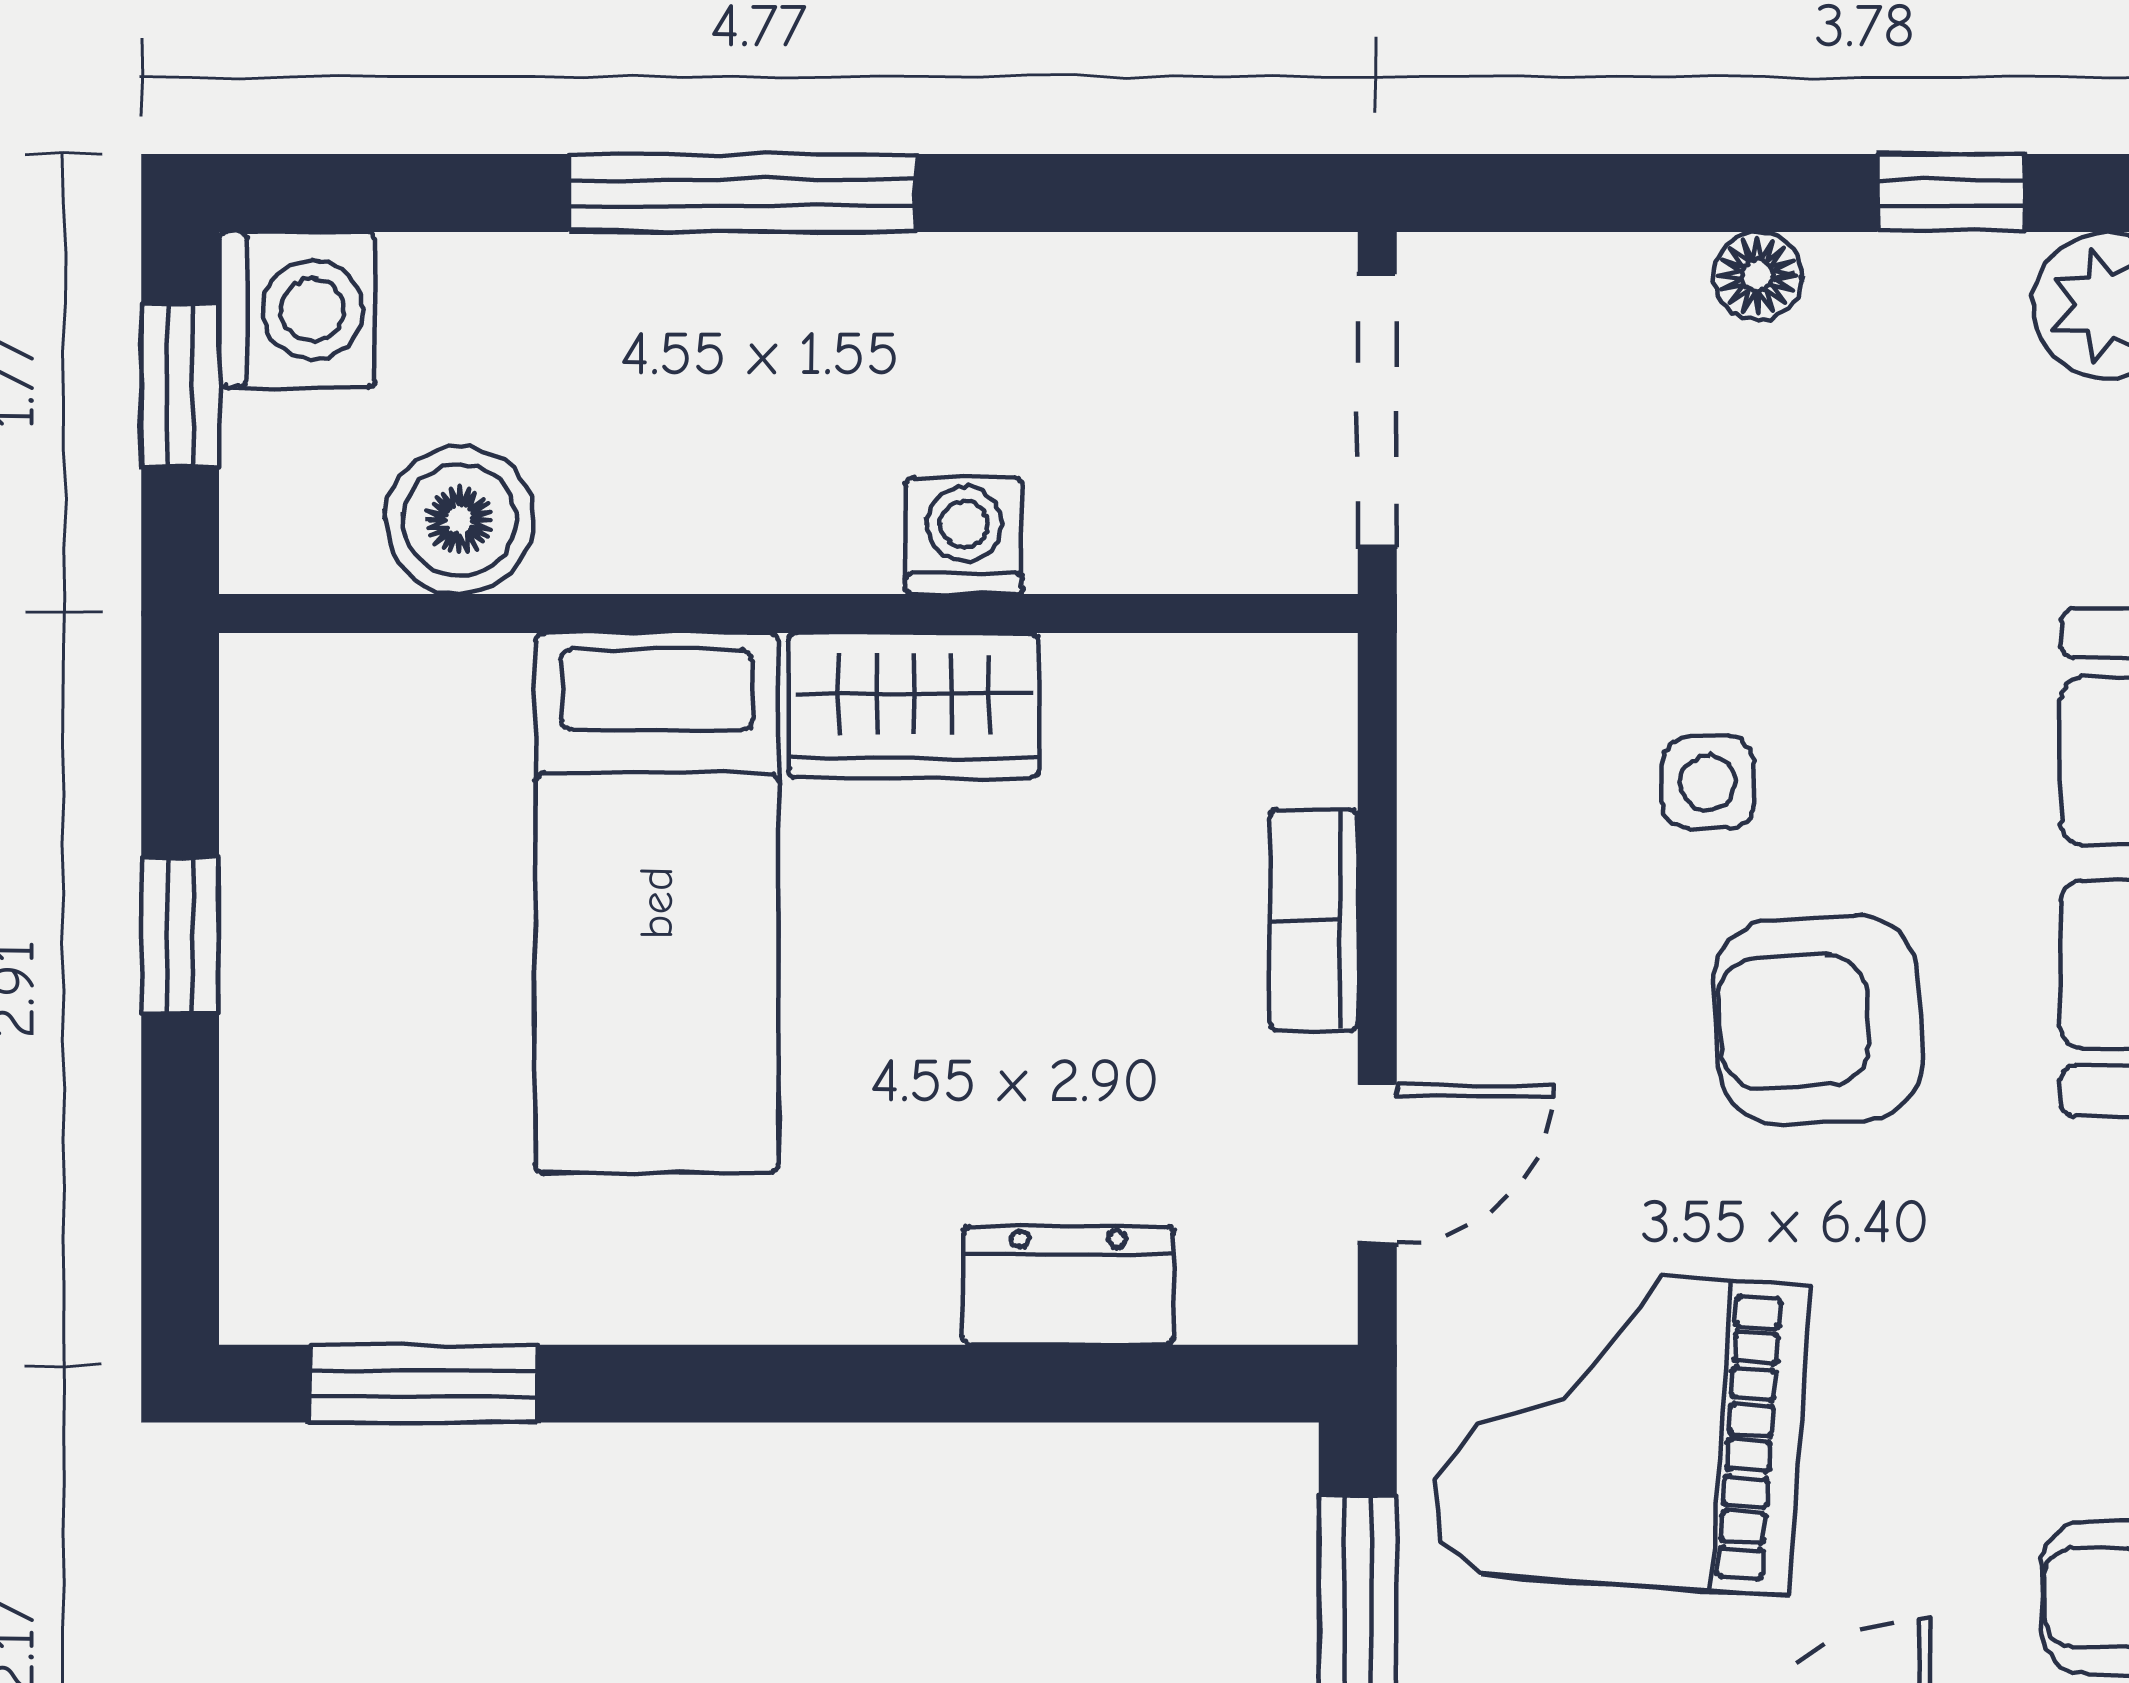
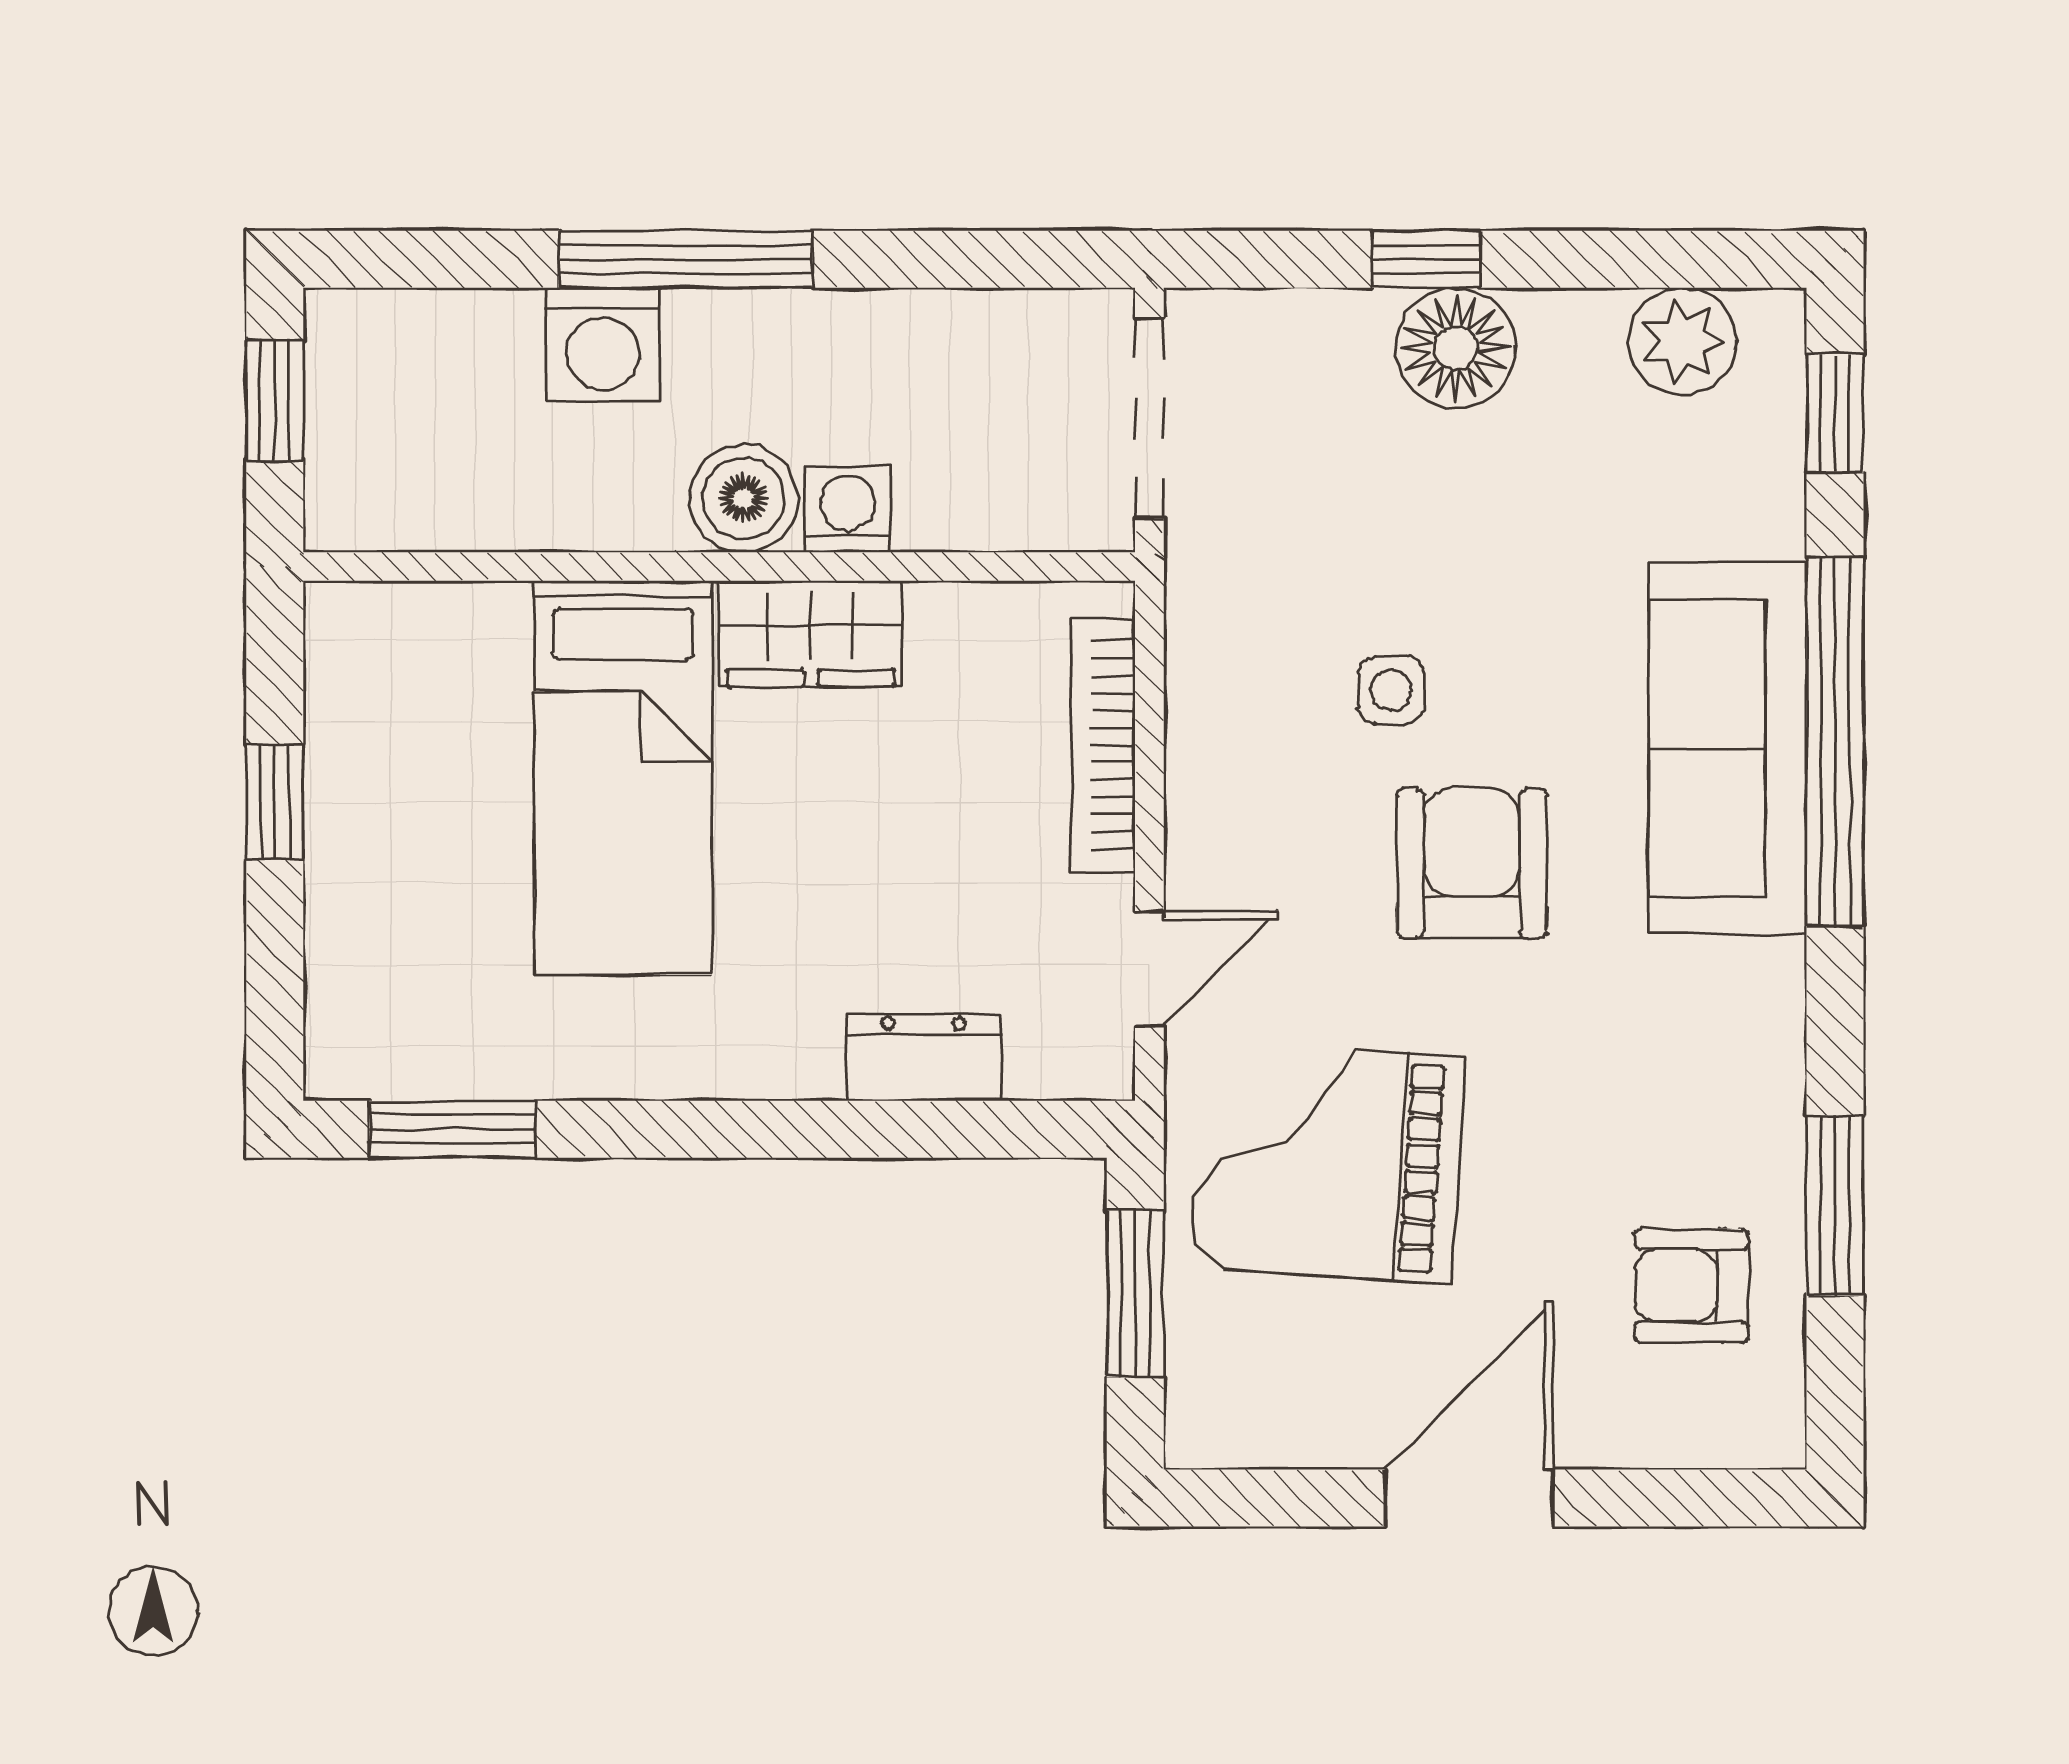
window: (1951, 193) -> (1426, 259), moved
floor lamp: (1757, 276) -> (1456, 348), width x1.89, depth x1.89
washing machine: (297, 310) -> (603, 344), moved, turned 90
boiler: (460, 520) -> (743, 498), moved
bookcase: (1314, 920) -> (1103, 745), width x1.56
armchair: (1818, 1020) -> (1472, 863), turned 93

